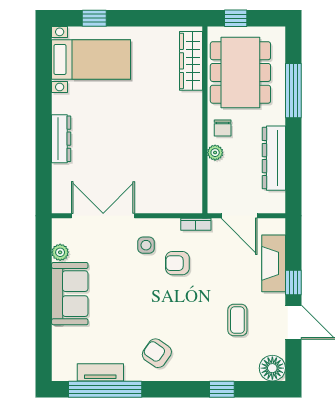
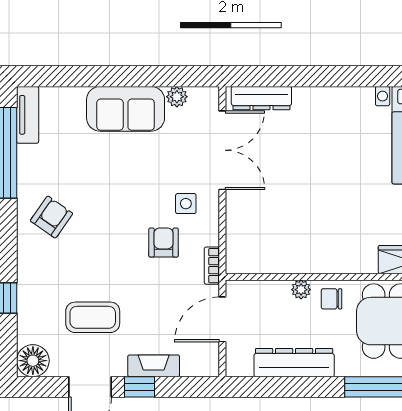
dresser: (61, 139) -> (261, 98), moved
fireplace: (274, 263) -> (154, 366), width x0.73, depth x0.76
coffee table: (237, 320) -> (93, 317), width x1.36, depth x1.30
tv unit: (100, 372) -> (28, 115), moved

